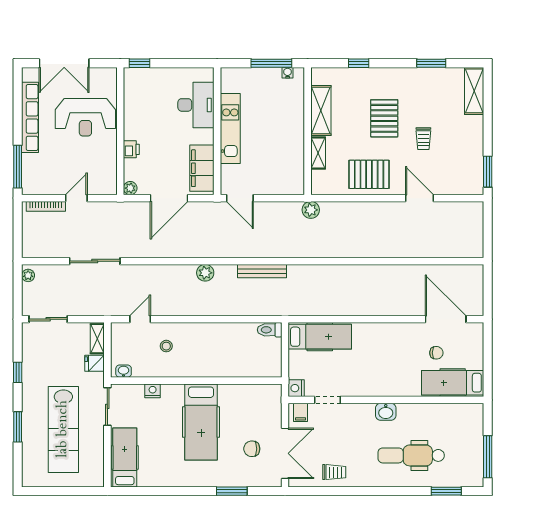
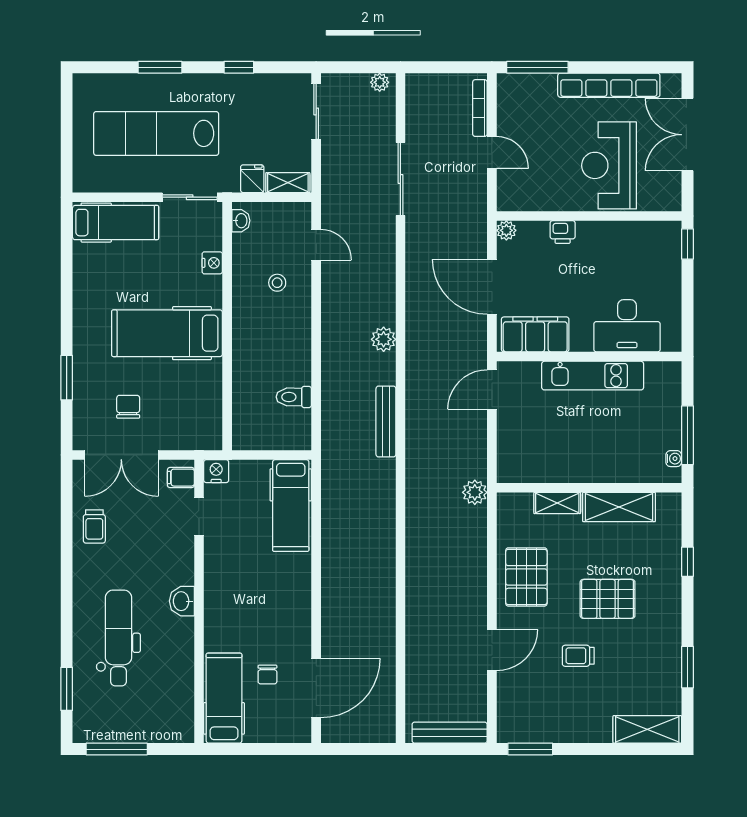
bench: (476, 227) -> (450, 733), added
toilet: (270, 330) -> (294, 397), moved, turned -90

